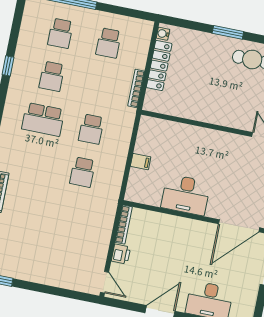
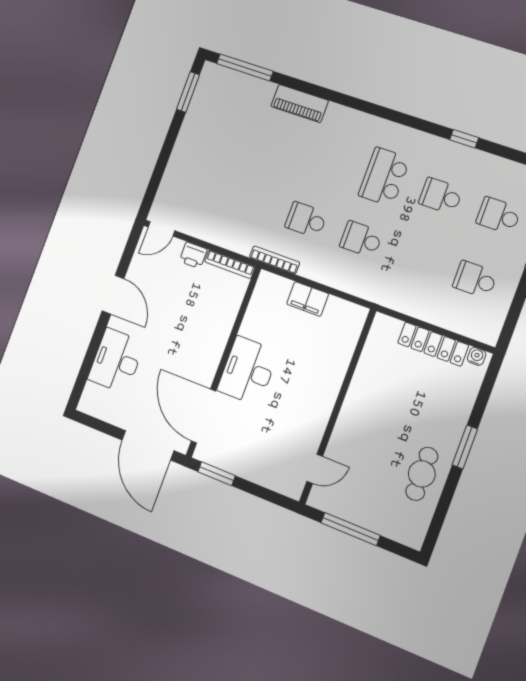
bookcase: (136, 88) -> (275, 260), moved
filing cabinet: (141, 162) -> (308, 299), width x2.00
desk: (186, 195) -> (248, 371), moved

